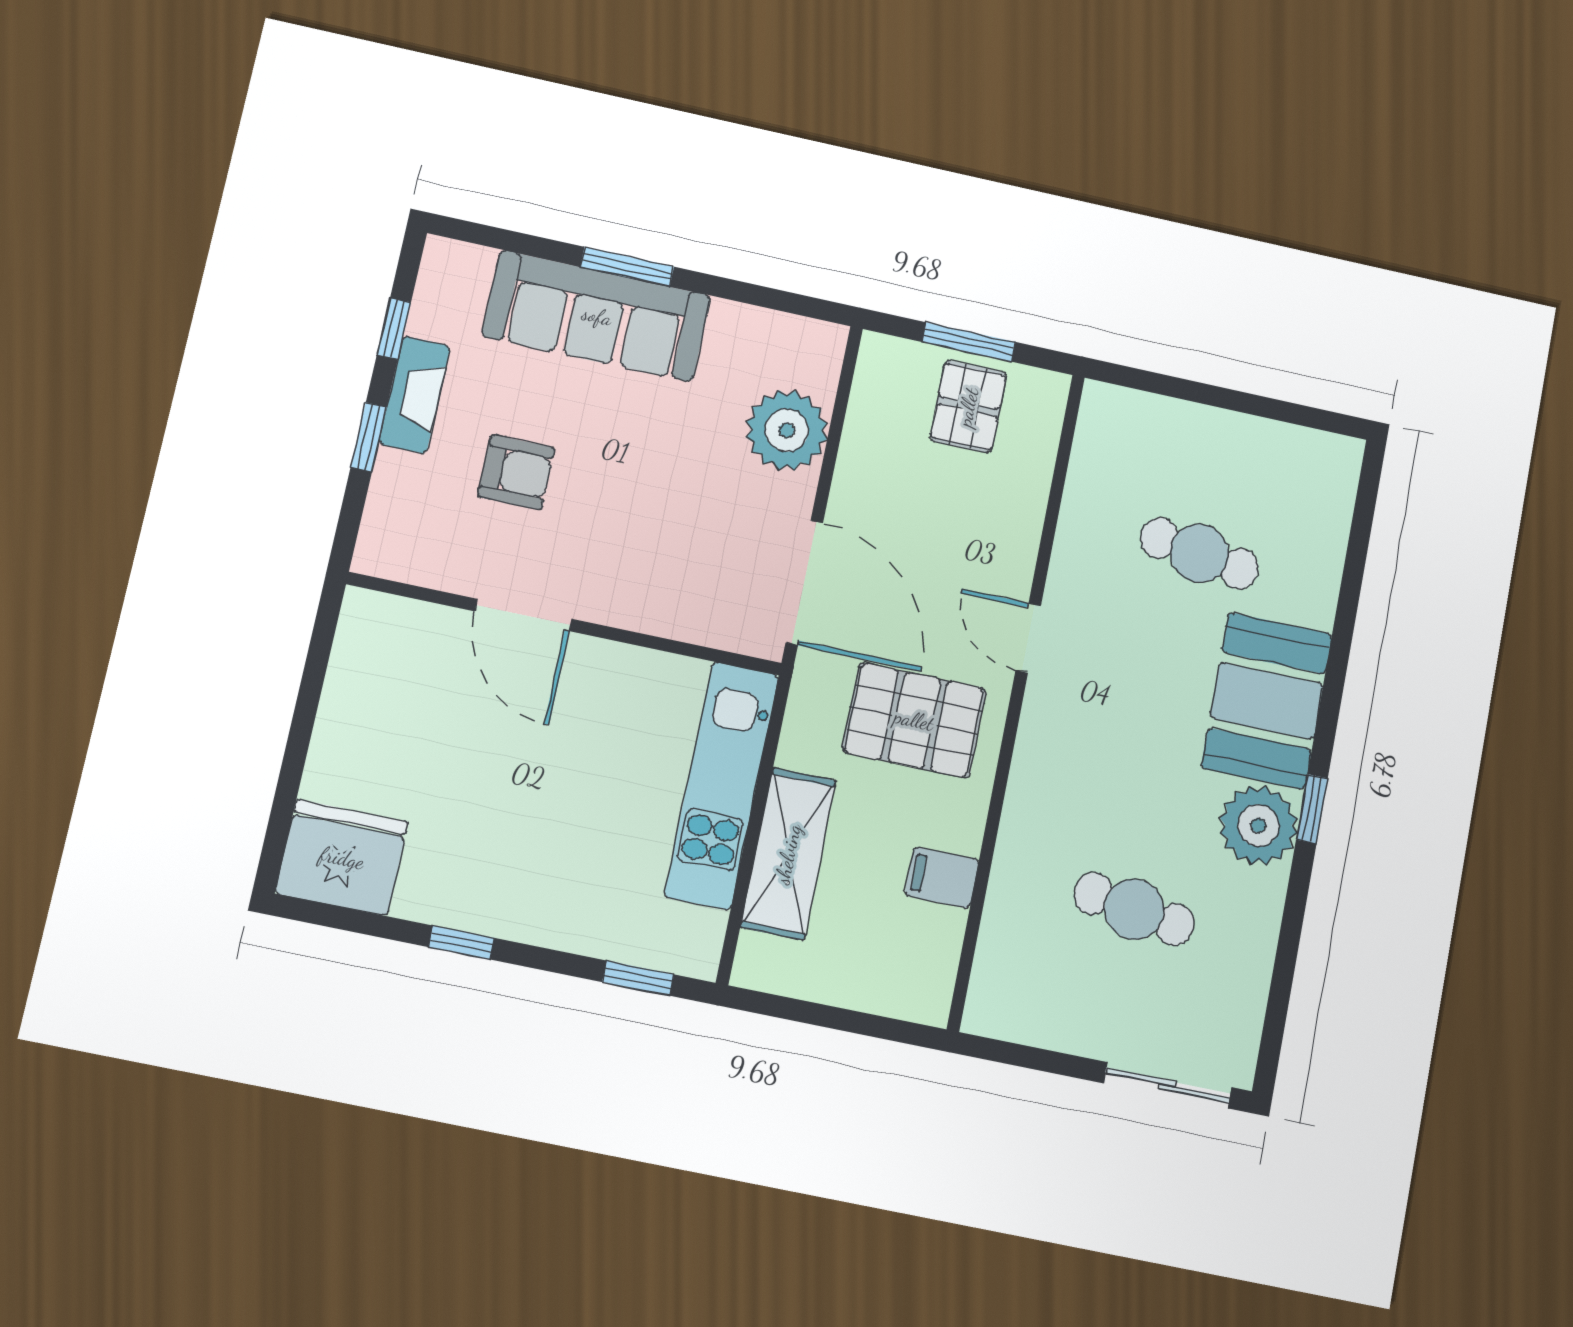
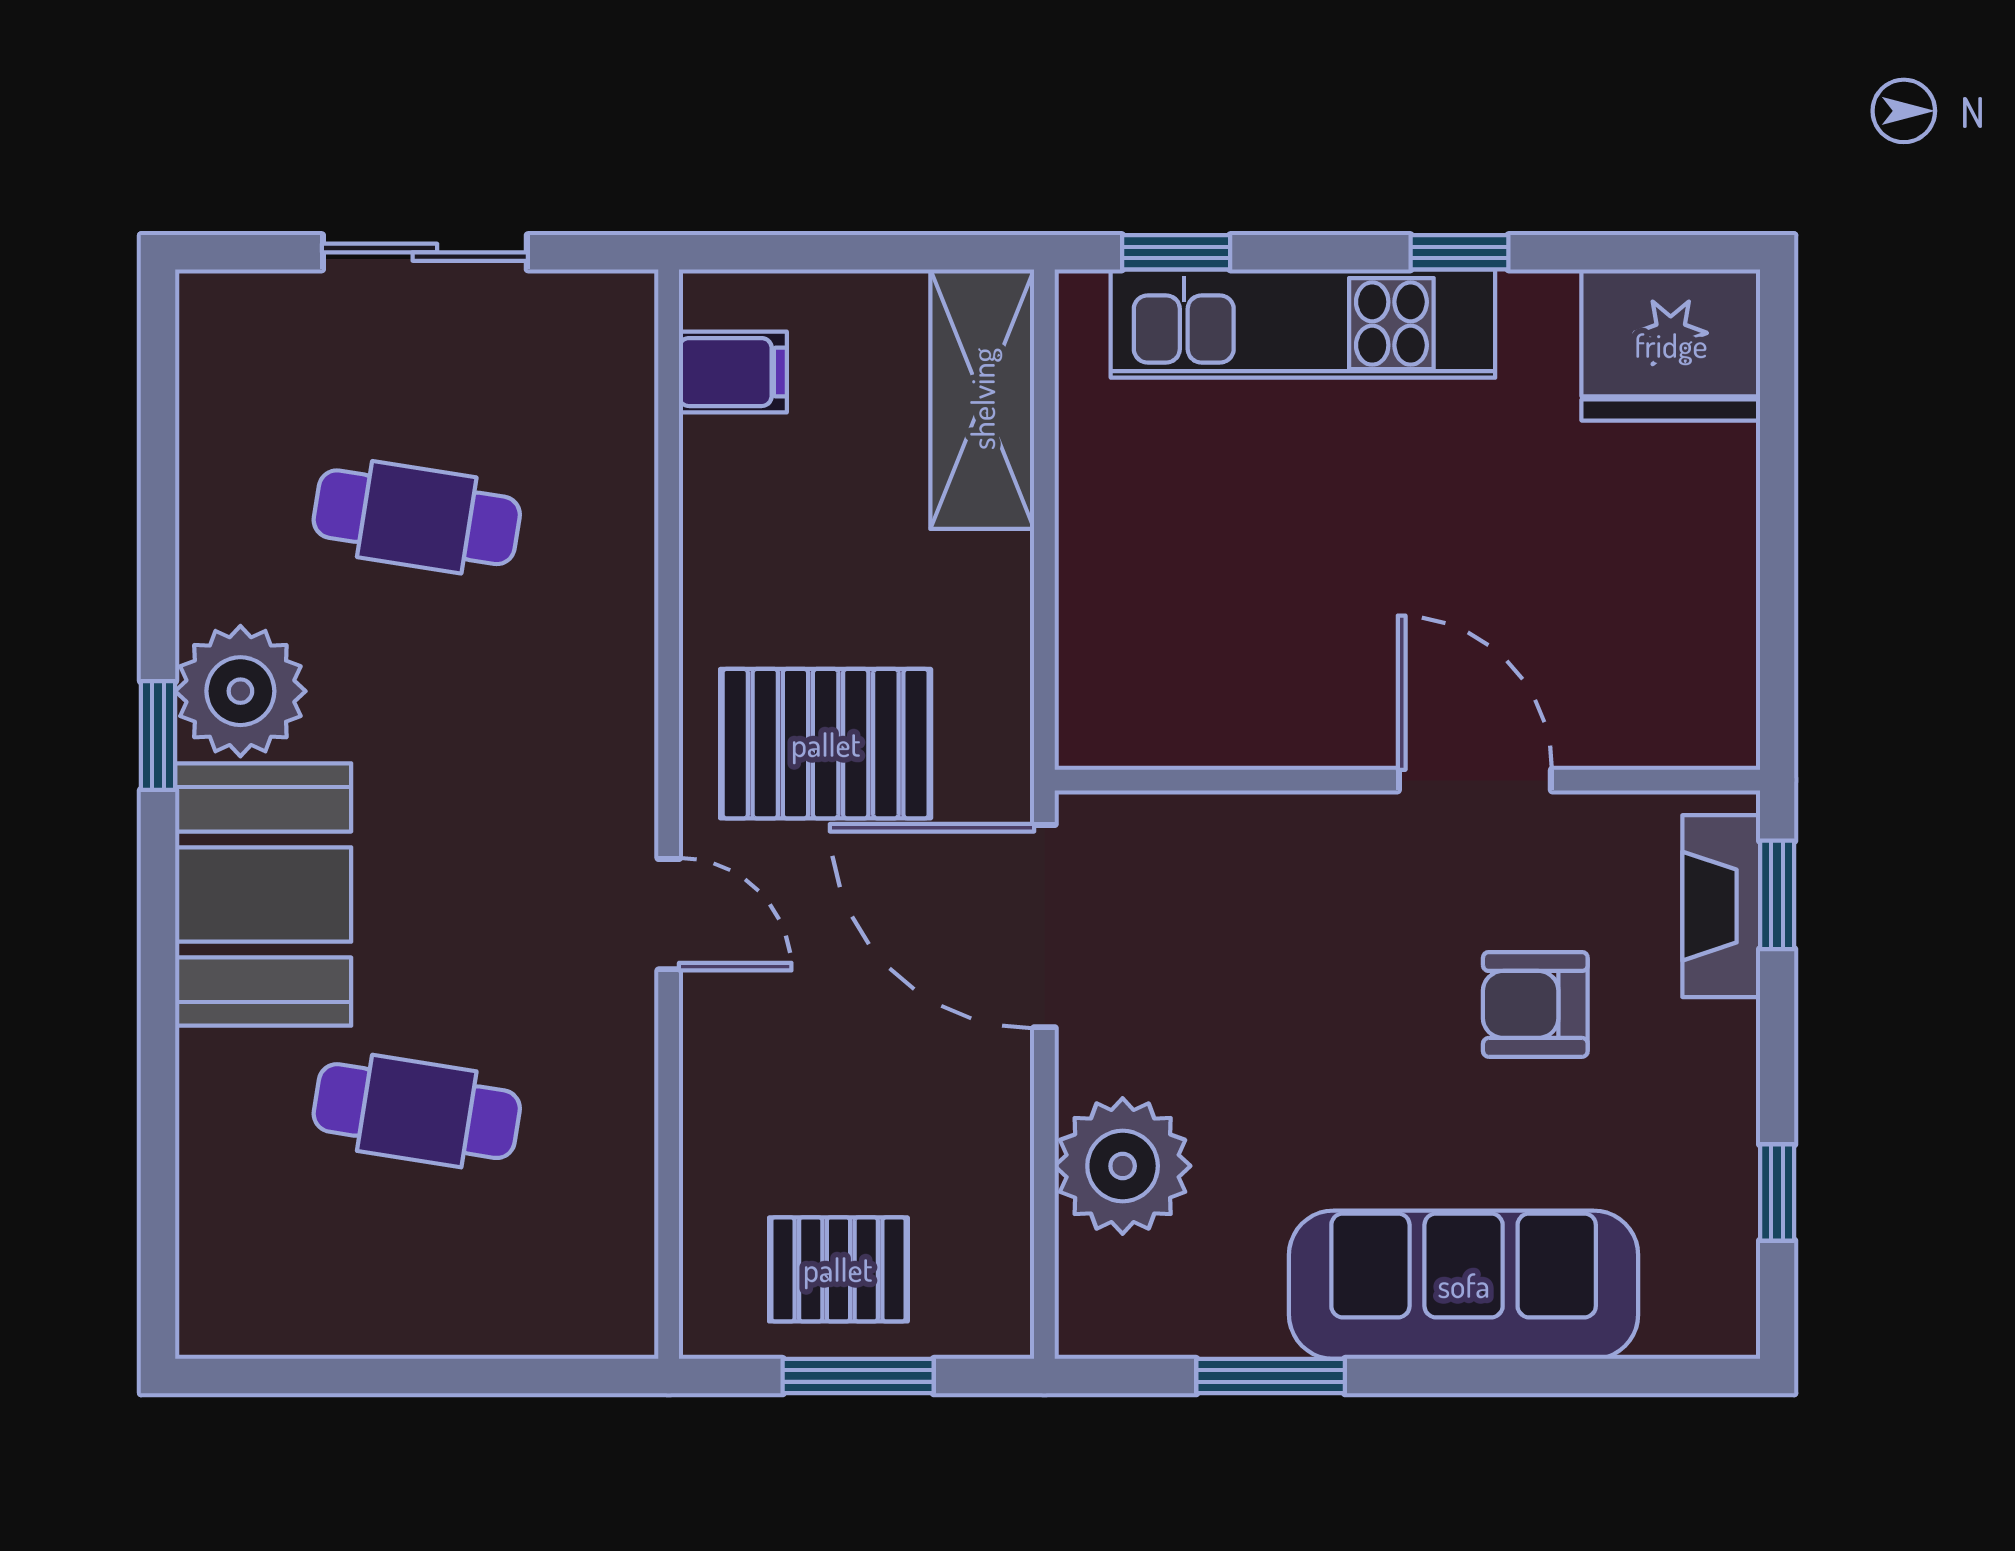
window: (627, 267) -> (1271, 1376), moved
fireplace: (415, 395) -> (1721, 906), moved
pallet: (968, 407) -> (838, 1269), turned 90
window: (369, 437) -> (1777, 895), moved
kitchen unit: (722, 785) -> (1303, 324), moved, turned 90
shelving: (788, 854) -> (982, 399), moved
filing cabinet: (942, 877) -> (733, 372), moved
sliding door: (1168, 1085) -> (425, 252), moved

